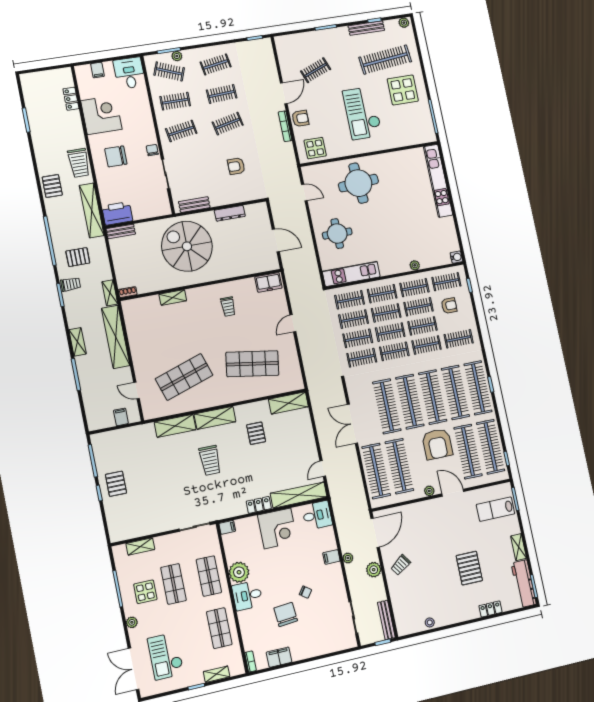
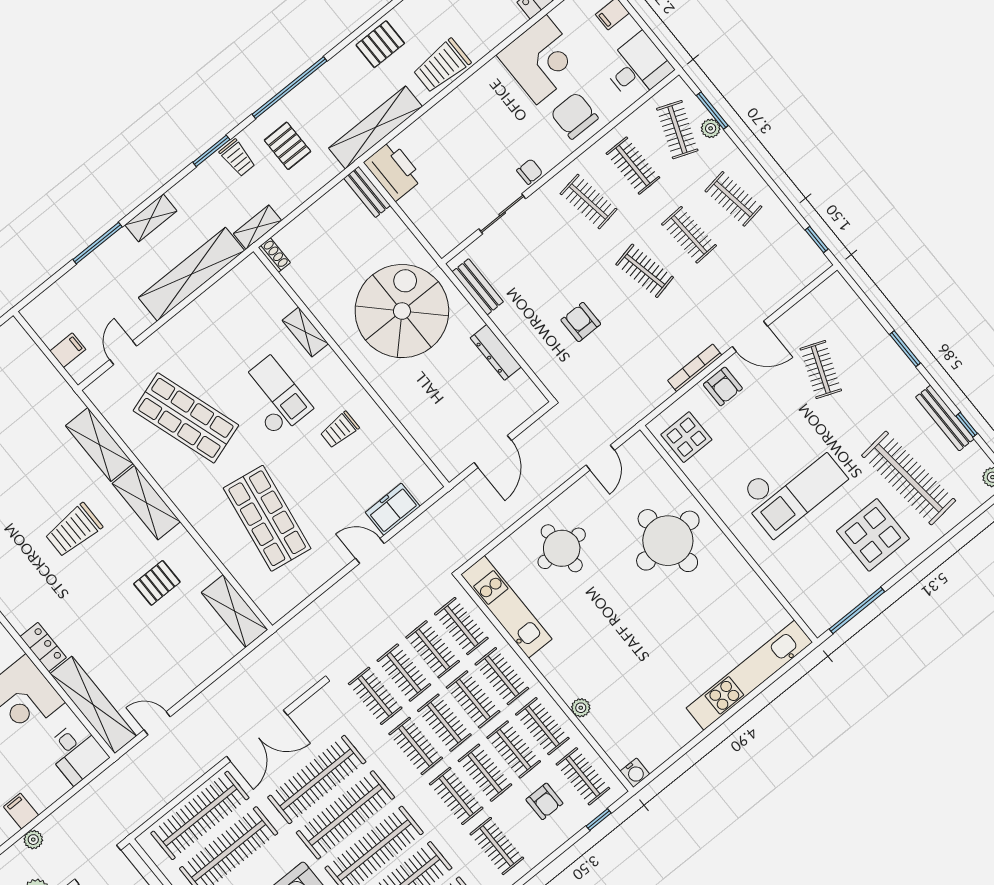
clothes rail: (316, 70) -> (821, 369), turned 42
checkout: (362, 113) -> (792, 486), turned 180
chair: (116, 156) -> (574, 116), moved
freezer: (268, 282) -> (393, 509), moved, turned 90
checkout: (196, 330) -> (273, 397), added
double door: (352, 424) -> (257, 736), swing flipped

